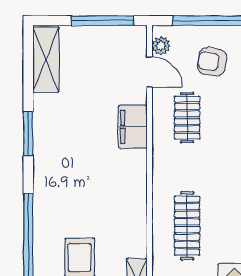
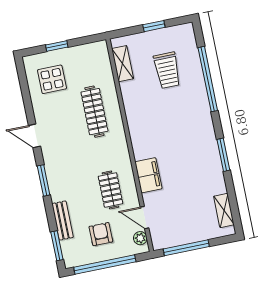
shelving: (46, 60) -> (224, 210), width x0.67, depth x0.75
armchair: (212, 62) -> (101, 234), turned -98

